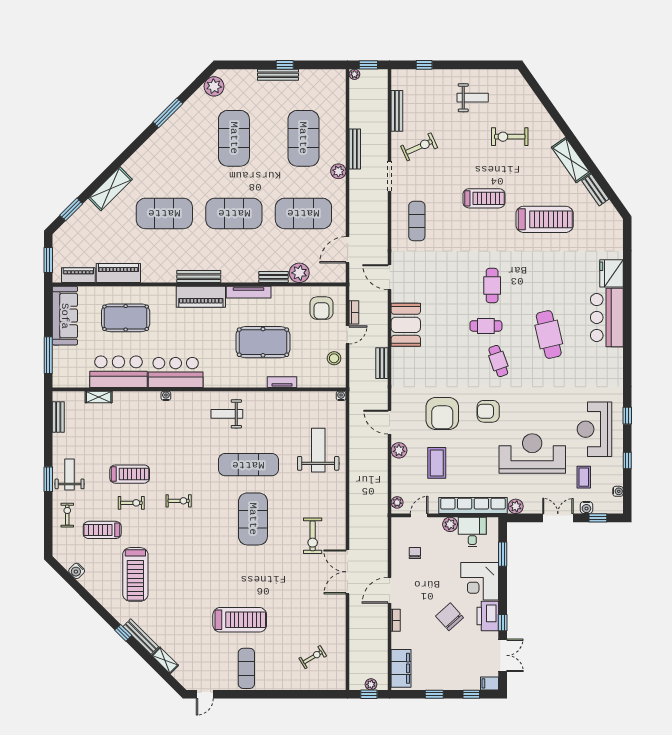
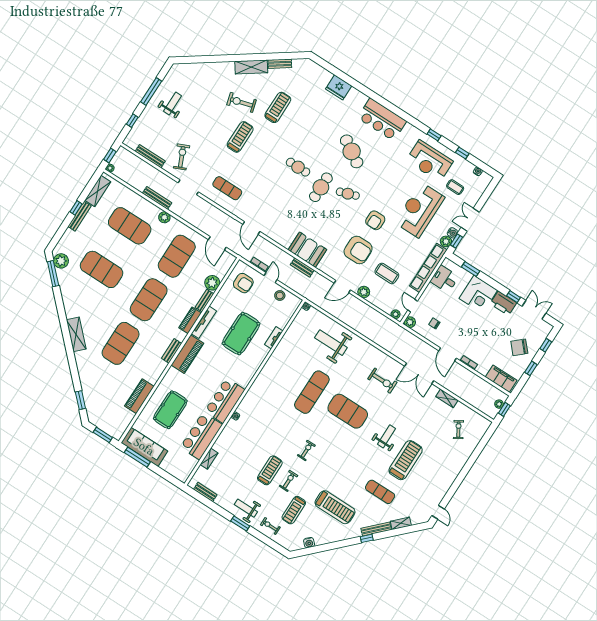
window: (471, 65) -> (151, 92), added
shelving: (320, 77) -> (98, 191), added
window: (168, 113) -> (53, 274), moved
exercise bike: (510, 137) -> (242, 102), moved, turned 74
shelving: (110, 189) -> (76, 334), moved
treadmill: (545, 219) -> (278, 107), width x0.73, depth x0.73
piano: (78, 275) -> (190, 320), moved
bench: (199, 277) -> (172, 351), width x0.73
door: (390, 277) -> (251, 228), hinge flipped
bar counter: (607, 317) -> (382, 120), moved
booth: (406, 325) -> (307, 250), moved
cafe table: (486, 326) -> (321, 187), width x1.37, depth x1.35
cafe table: (549, 335) -> (352, 151), turned 45
window: (48, 355) -> (137, 457), moved
weight bench: (227, 414) -> (386, 436), moved, turned 180
water cooler: (586, 508) -> (453, 233), moved
window: (598, 518) -> (456, 241), moved
plant: (450, 524) -> (410, 322), moved
chair: (450, 617) -> (519, 347), moved
shelving: (340, 621) -> (447, 398), added
exercise mat: (246, 668) -> (380, 492), moved
filing cabinet: (490, 683) -> (546, 329), removed

